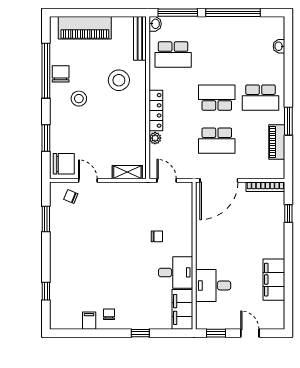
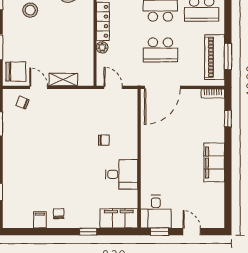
window: (288, 121) -> (228, 56), moved
piano: (277, 142) -> (215, 57), width x1.37, depth x1.33
shelving: (127, 172) -> (63, 80), moved
bookcase: (265, 187) -> (213, 93), width x0.64
filing cabinet: (274, 280) -> (214, 163), moved
desk: (213, 285) -> (156, 212), moved, turned -90
filing cabinet: (182, 309) -> (119, 218), moved, turned 90

